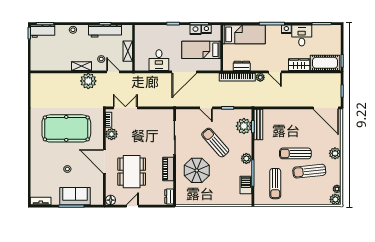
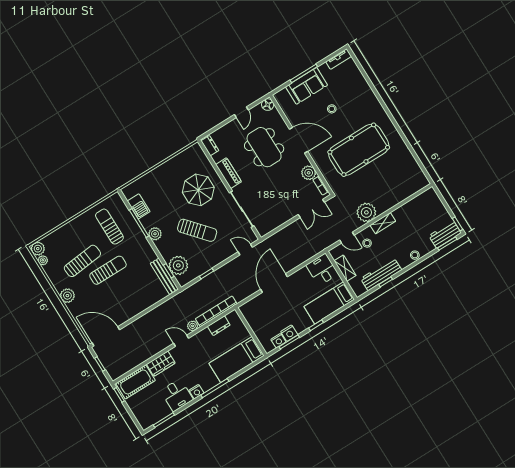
bed: (201, 50) -> (329, 303), moved, turned 180
desk: (159, 60) -> (322, 270), moved
door: (206, 108) -> (245, 250), moved

